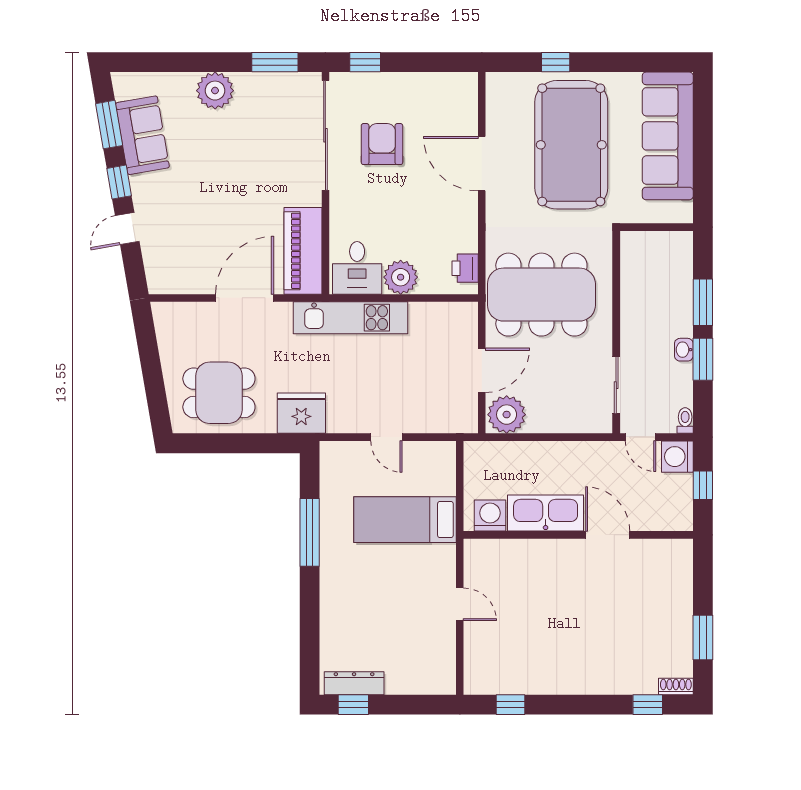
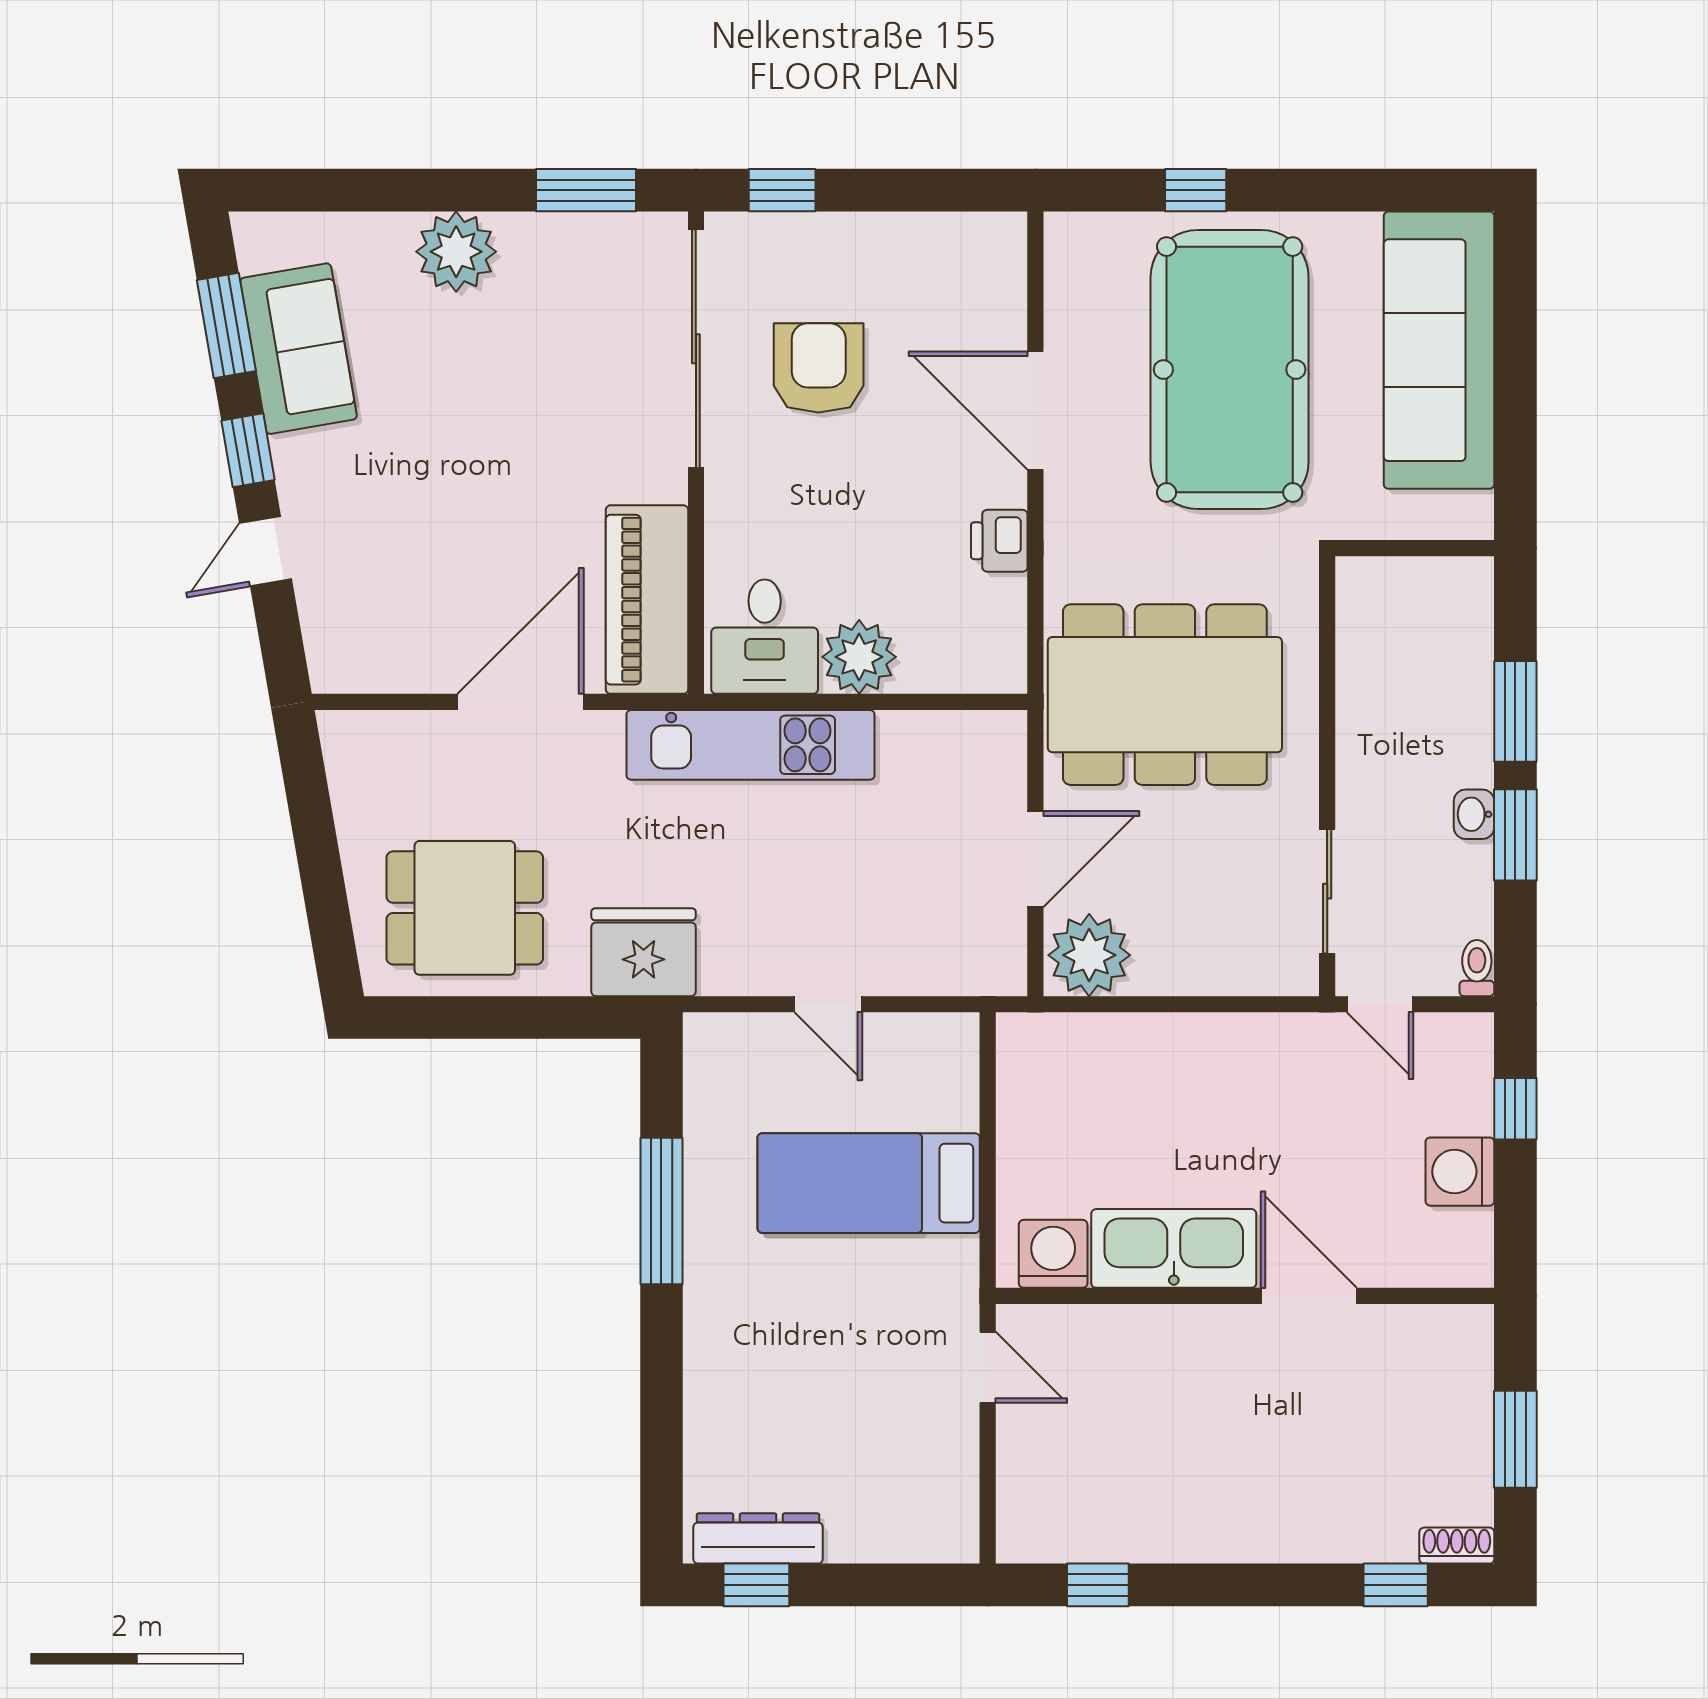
printer: (465, 268) -> (999, 541), moved
washing machine: (677, 457) -> (1460, 1172), moved
kitchen sink: (546, 513) -> (1174, 1248), moved
washing machine: (490, 515) -> (1053, 1254), moved
wall: (578, 535) -> (1245, 1296), moved
door: (608, 535) -> (1309, 1296), moved

